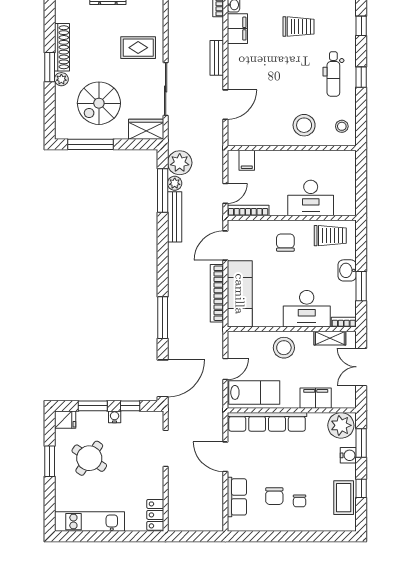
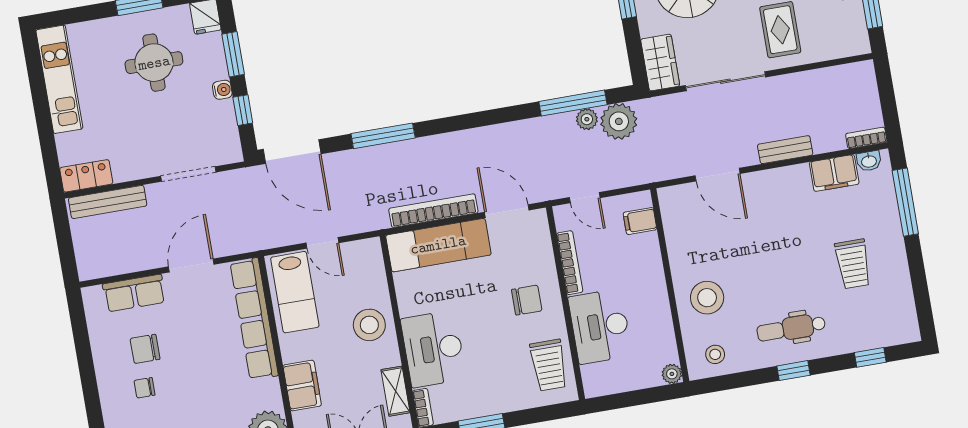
plant: (350, 157) -> (672, 374), added
bookcase: (248, 211) -> (570, 263), moved
bench: (175, 217) -> (108, 202), moved
washbasin: (347, 270) -> (501, 399), removed
round table: (89, 458) -> (154, 63), turned -34

